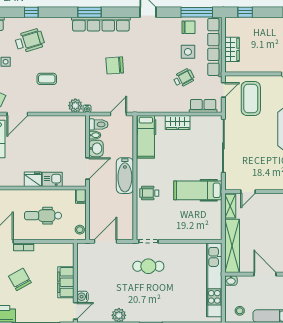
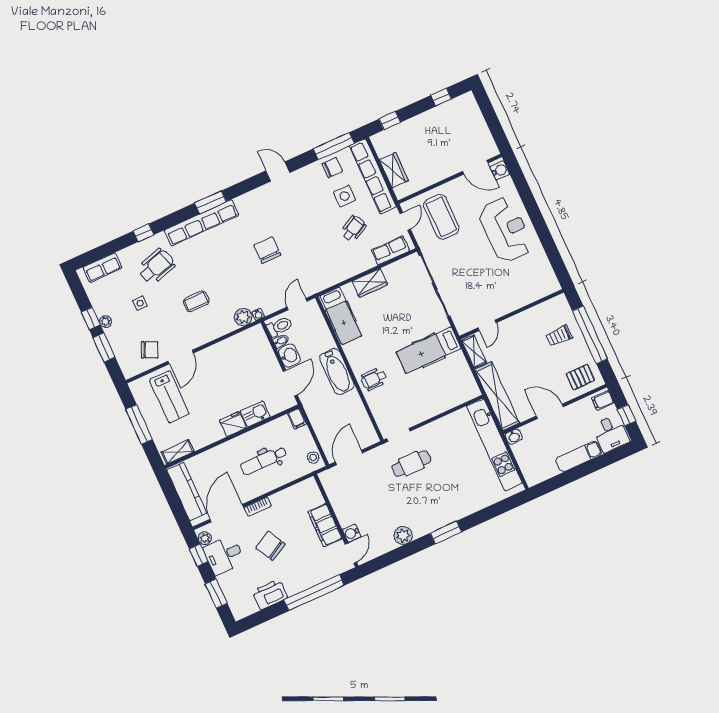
row of seats: (101, 24) -> (201, 223), moved
chair: (115, 65) -> (267, 250), turned 94
stool: (240, 311) -> (540, 467), removed

